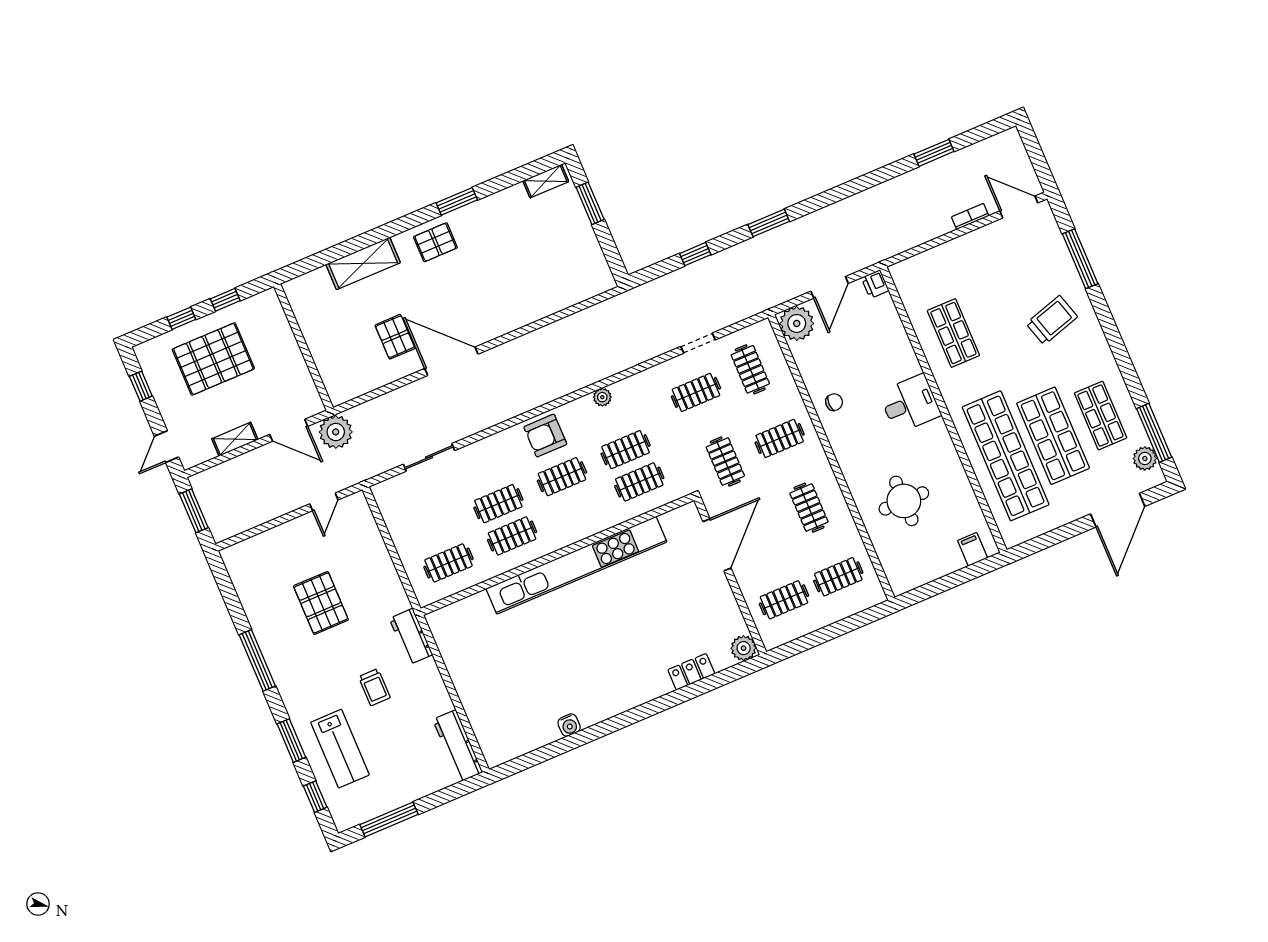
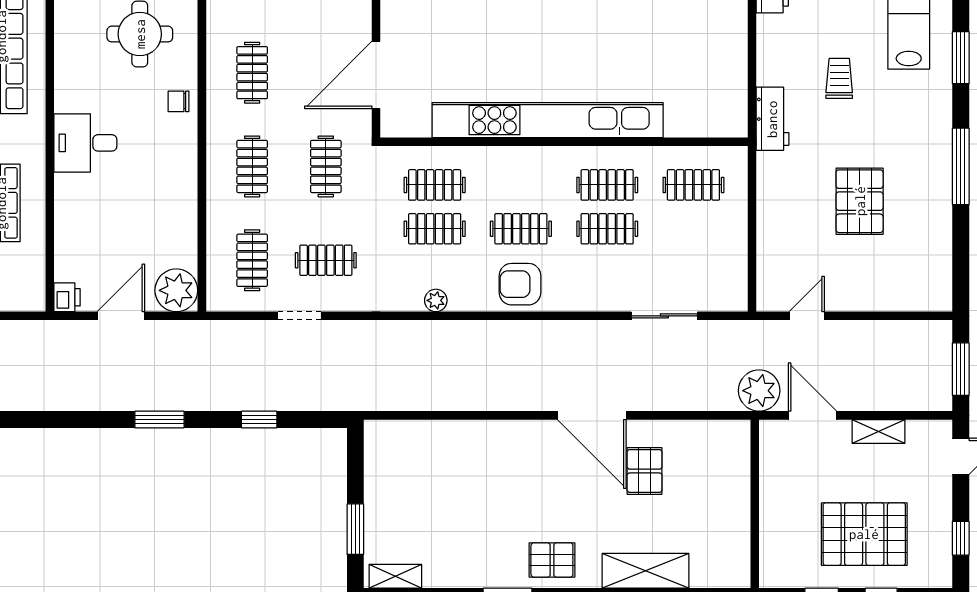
chair: (834, 402) -> (179, 101), moved
armchair: (545, 436) -> (520, 284), turned 180
clothes rail: (780, 438) -> (252, 166), turned 90

